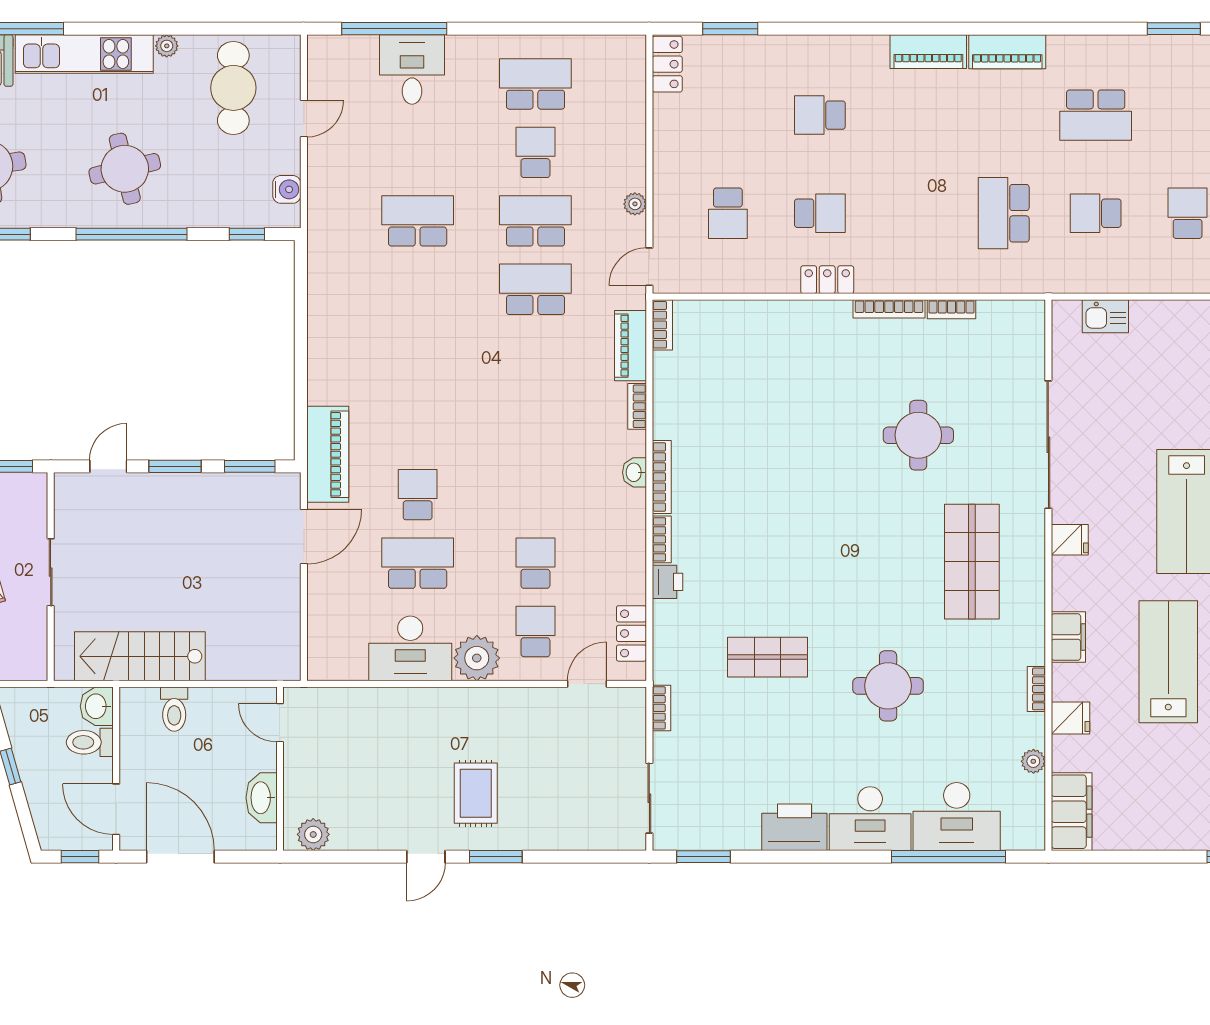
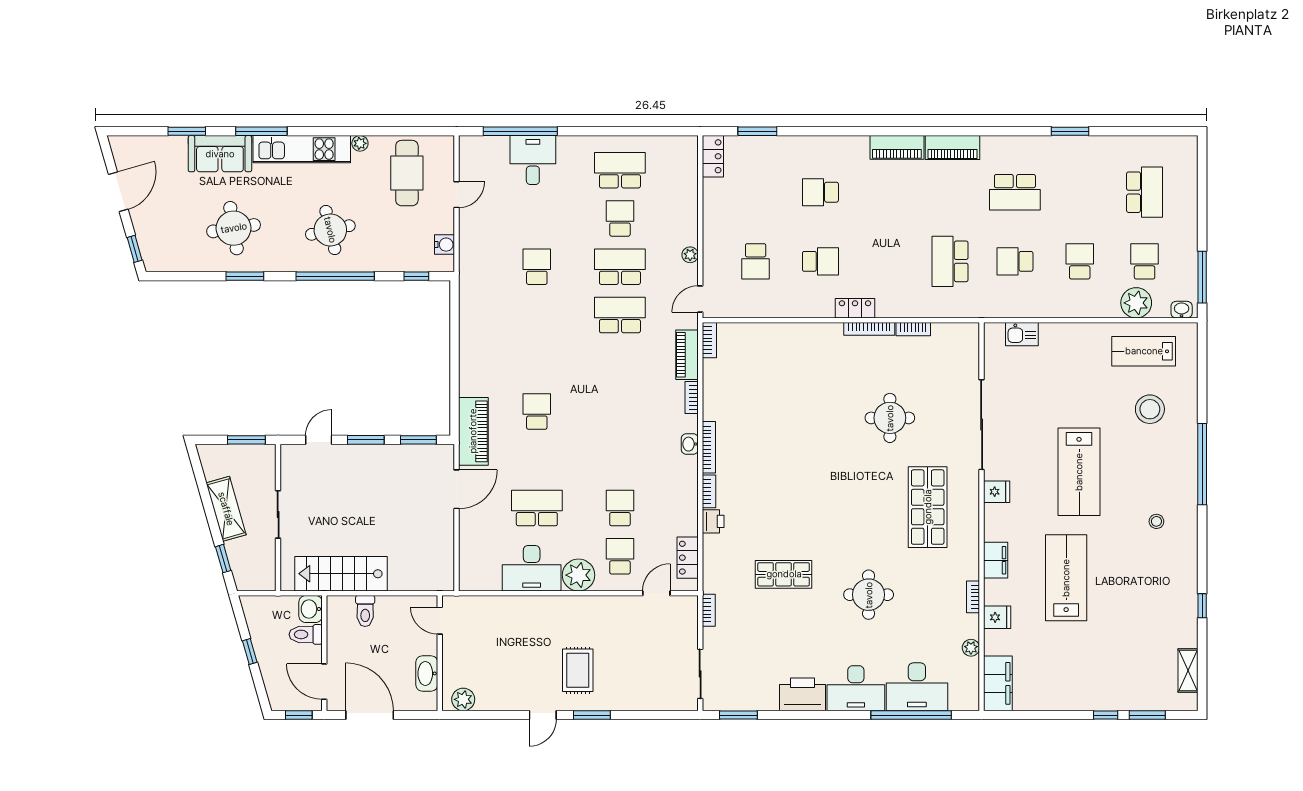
school desk: (418, 221) -> (537, 267), width x0.54
locker: (827, 280) -> (855, 308), moved
school desk: (418, 495) -> (537, 412), moved

